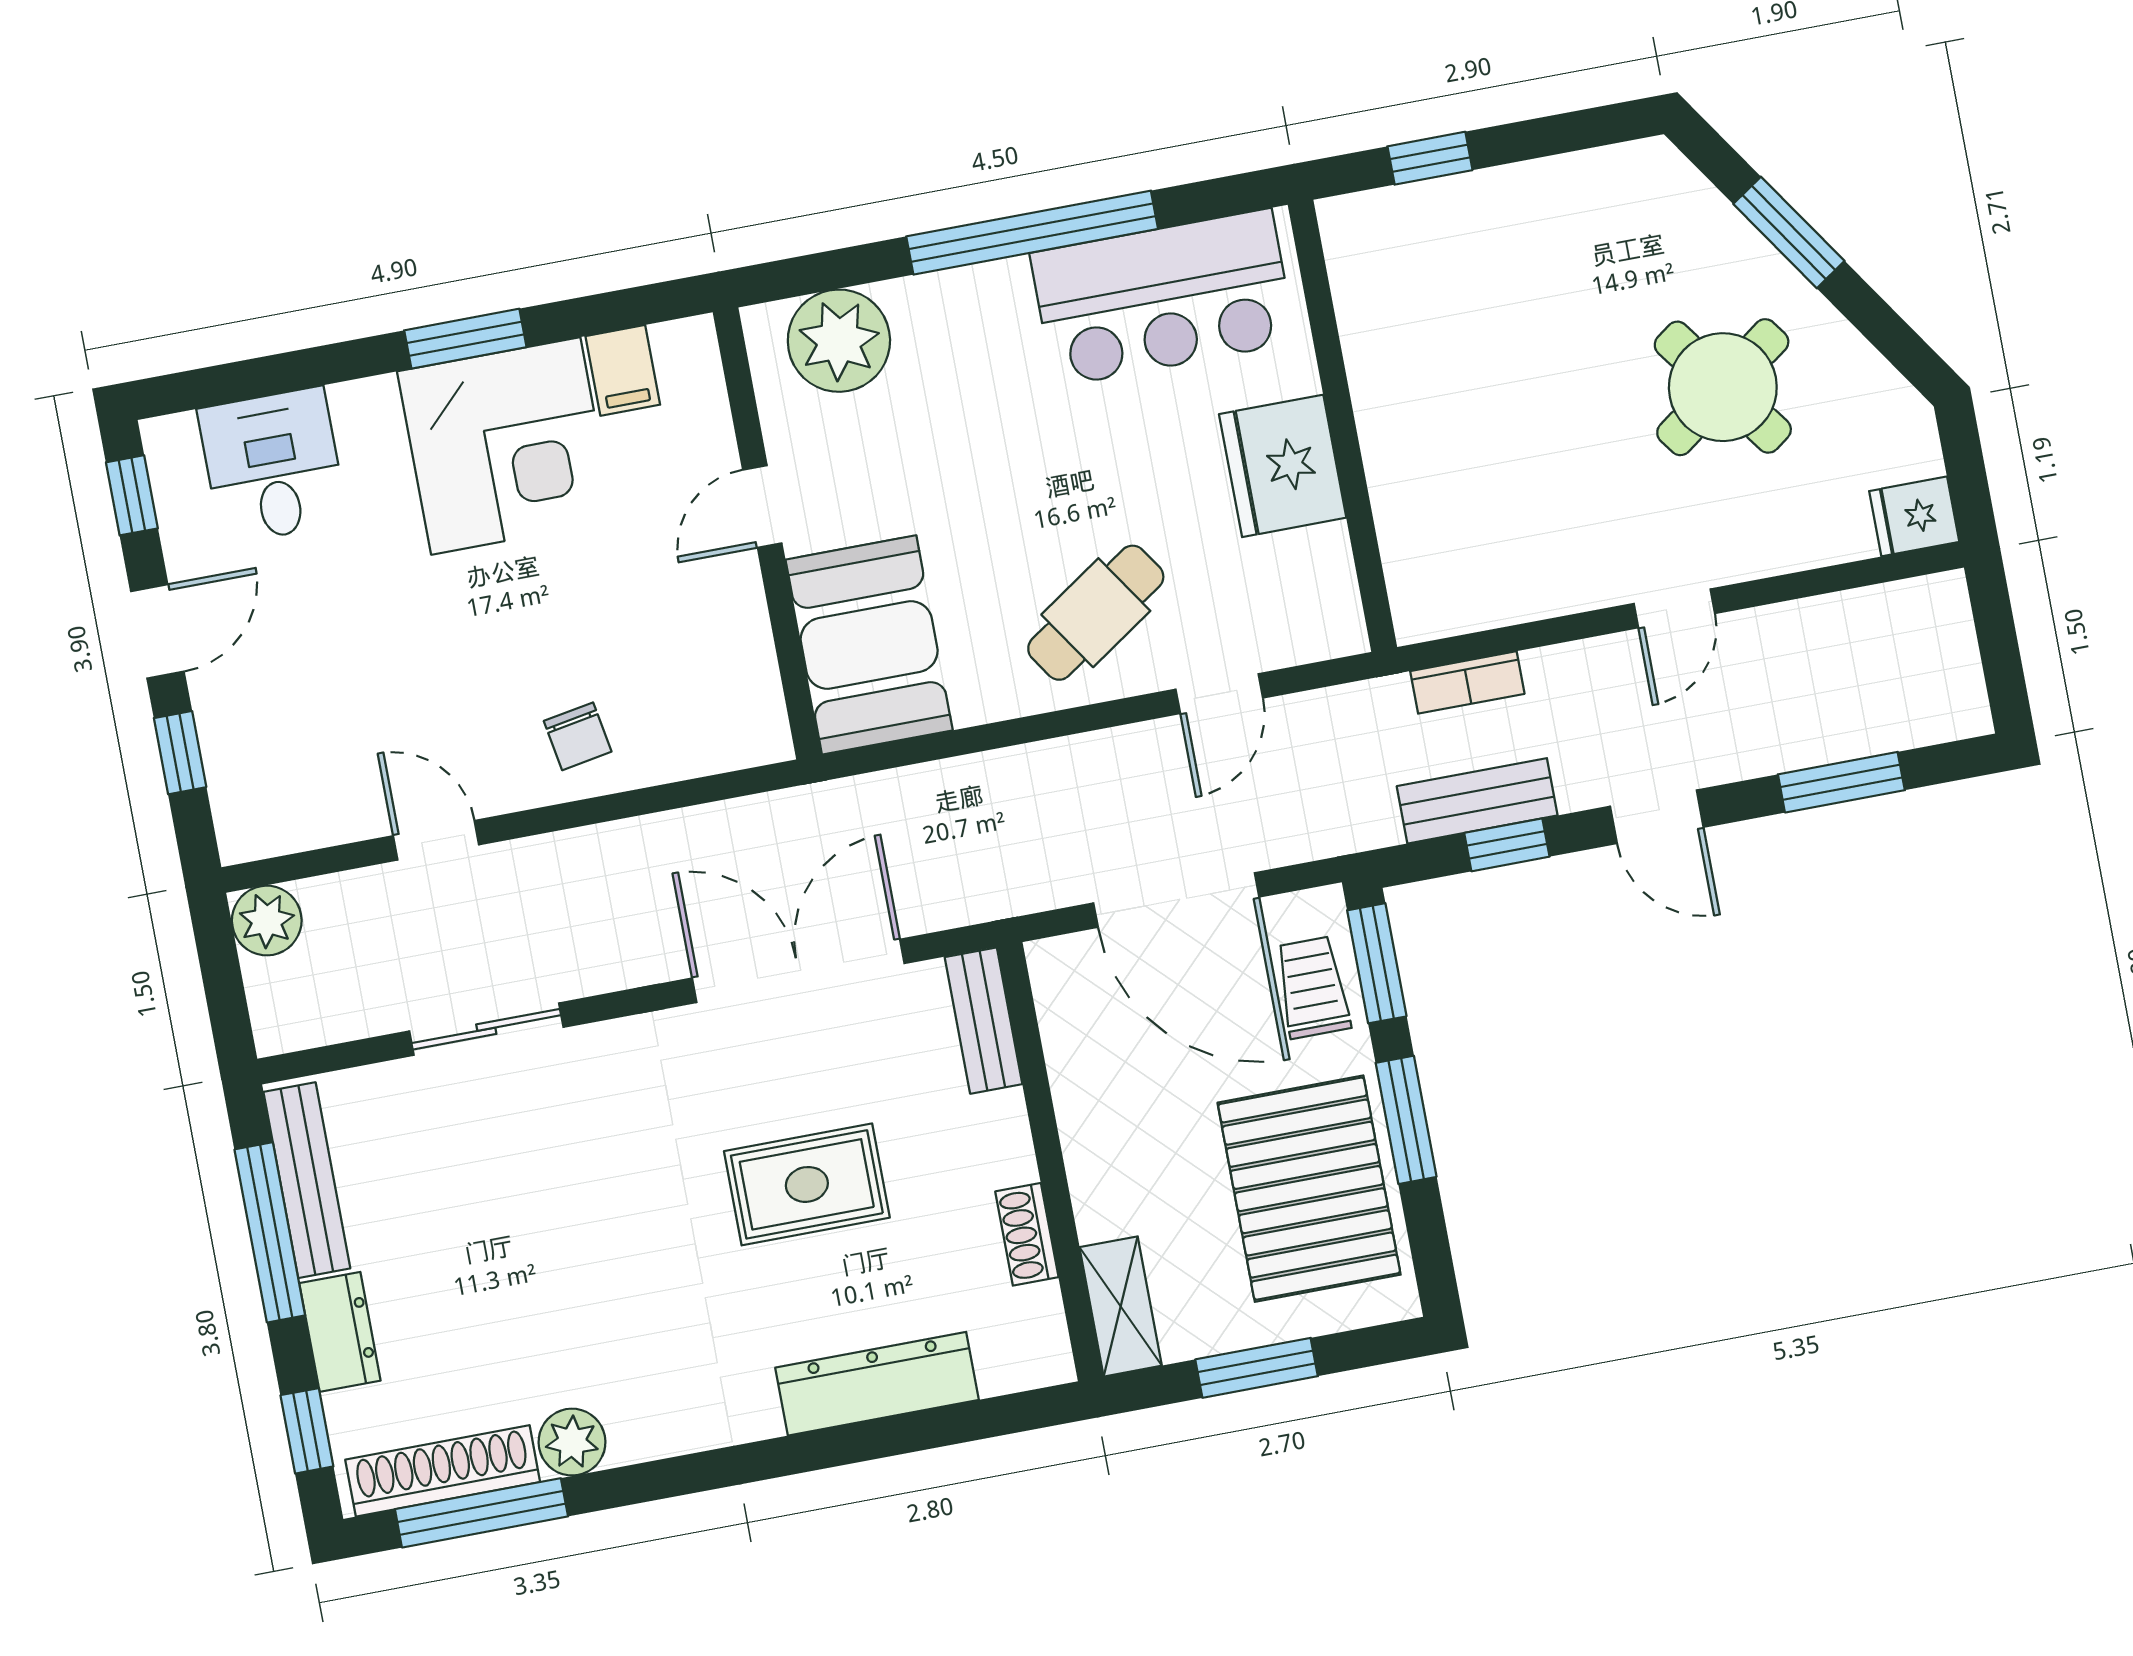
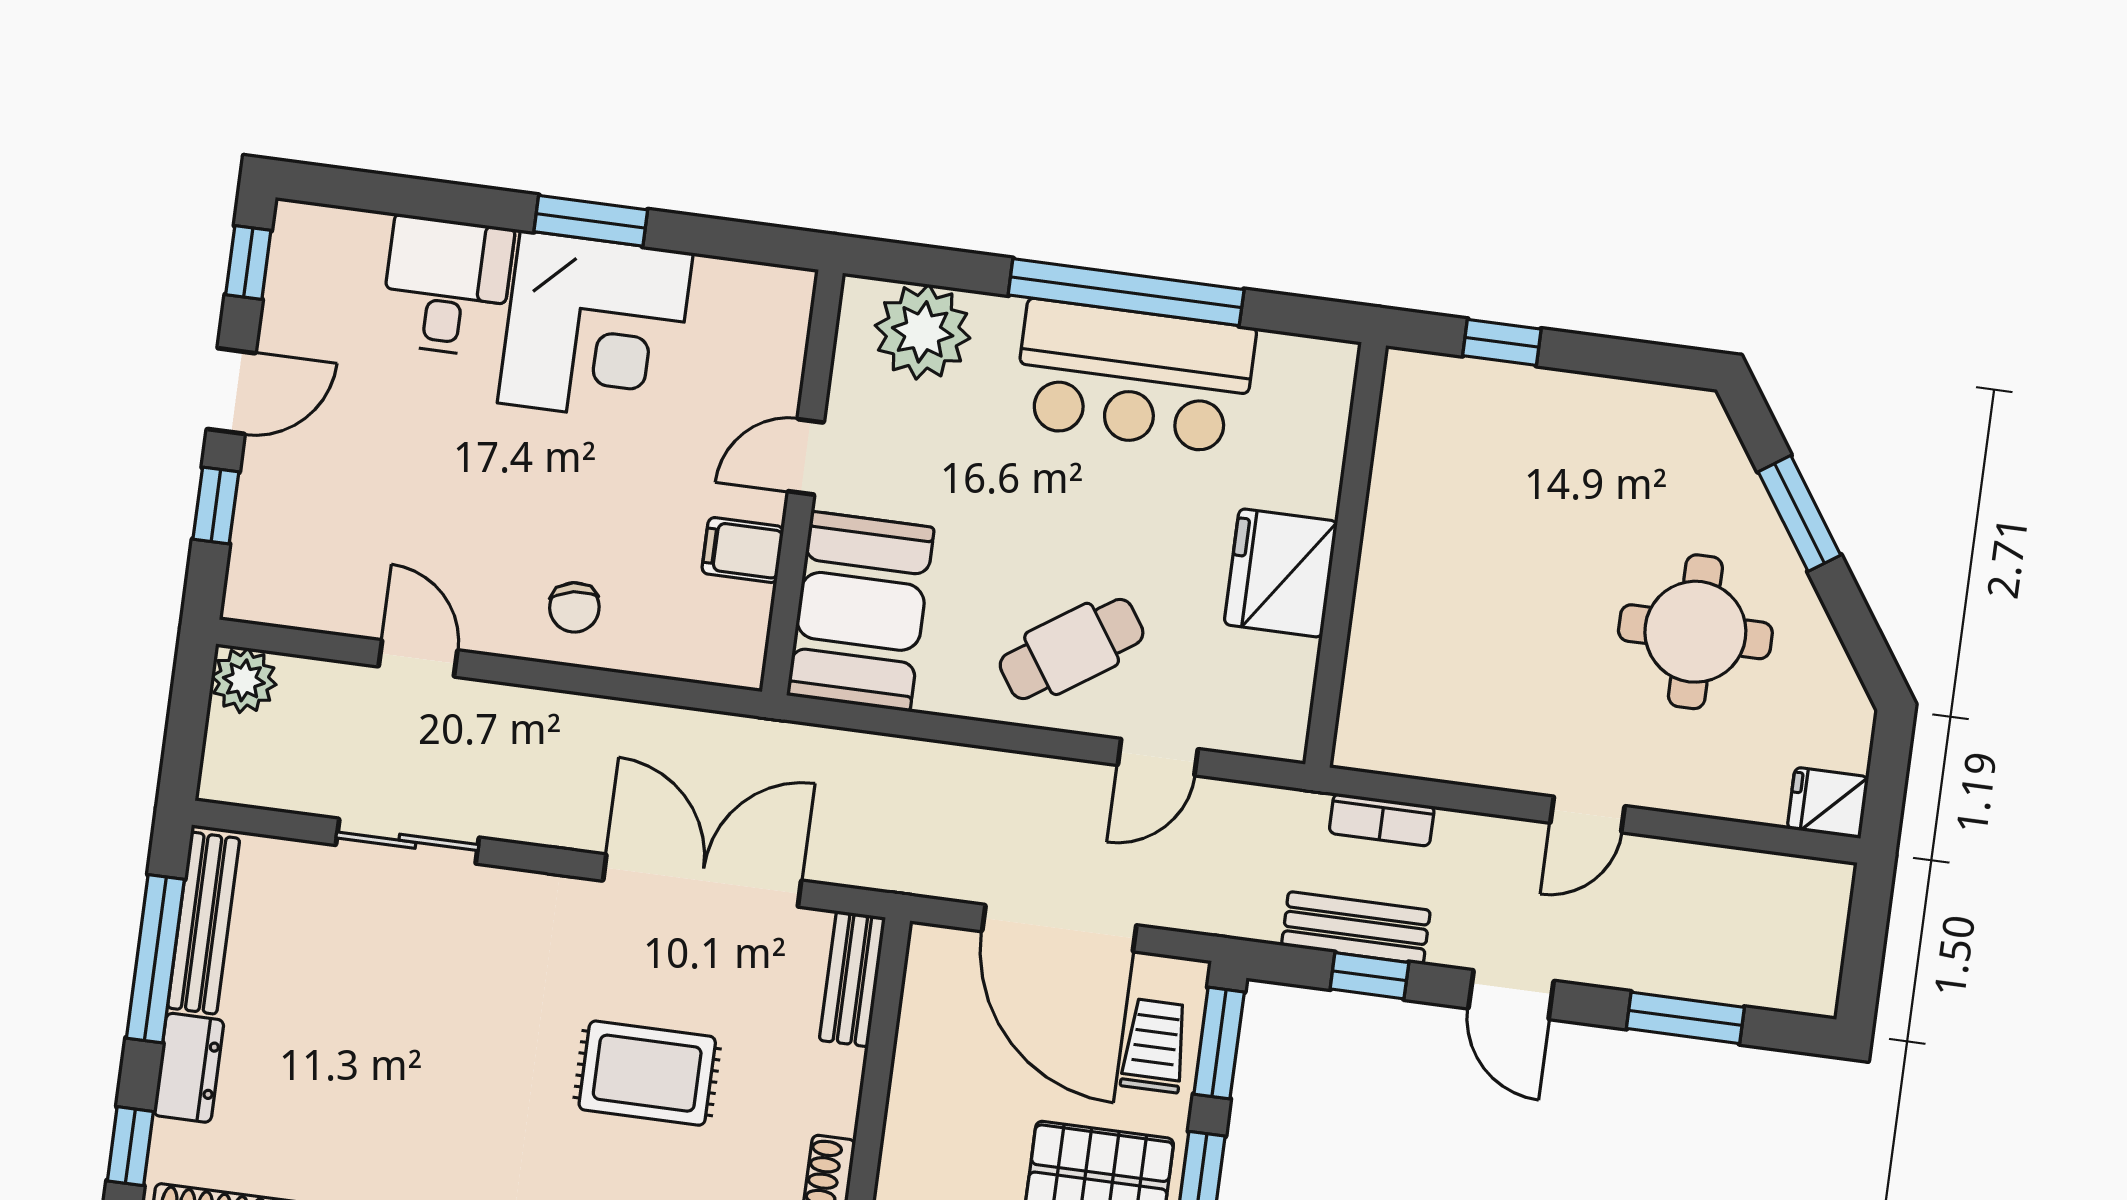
bar counter: (1163, 298) -> (1134, 376), moved
filing cabinet: (623, 370) -> (743, 550), moved, turned 90
round table: (1723, 387) -> (1695, 632), turned 36
desk: (273, 466) -> (447, 286), moved

